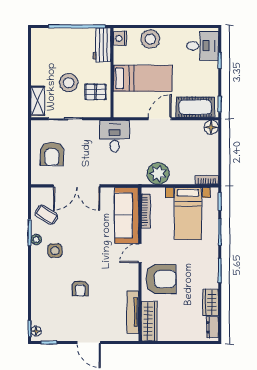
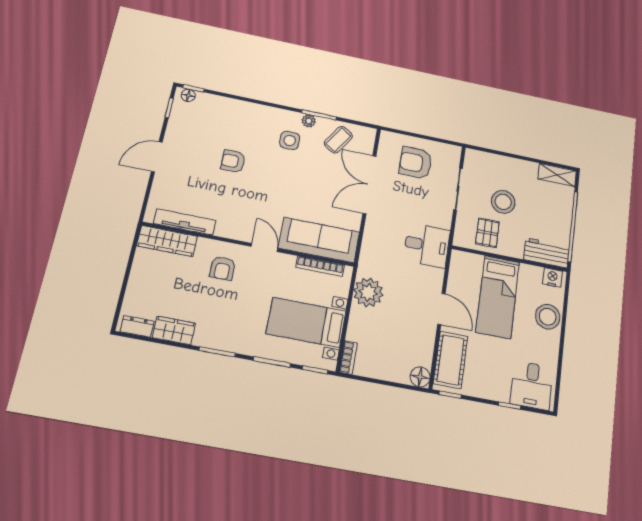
shelving: (38, 101) -> (557, 175), moved
armchair: (161, 279) -> (223, 268), width x0.53, depth x0.53

